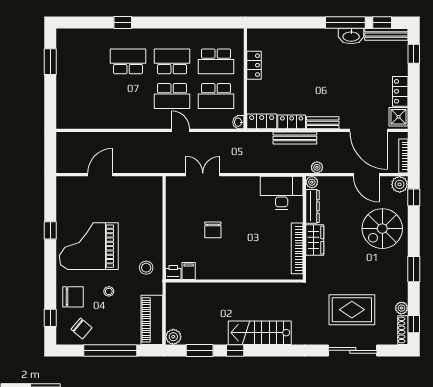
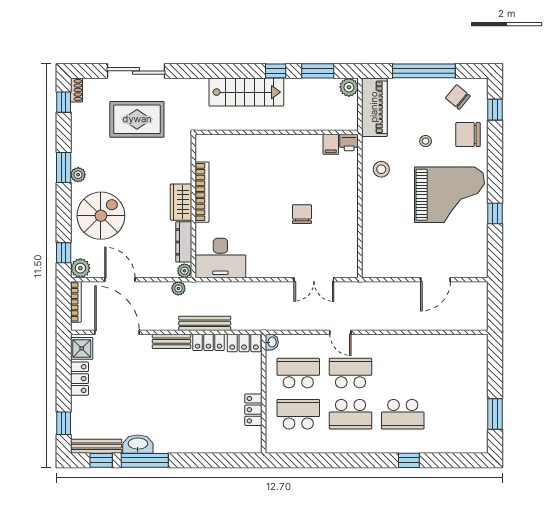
filing cabinet: (189, 271) -> (331, 144), moved
printer: (173, 273) -> (349, 142), moved
wall: (234, 281) -> (277, 132), moved
plant: (401, 308) -> (78, 175), moved
shoe rack: (403, 330) -> (76, 90), width x0.70

